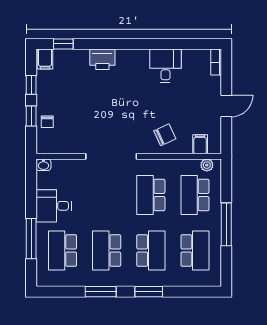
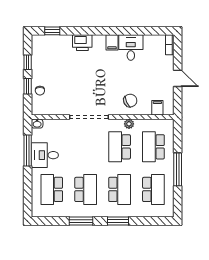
filing cabinet: (45, 59) -> (112, 42), moved
door: (226, 106) -> (178, 78), hinge flipped
plant: (207, 165) -> (129, 124), moved
window: (31, 239) -> (28, 150), moved
school desk: (107, 250) -> (86, 189), turned 180

